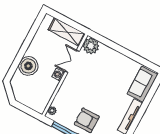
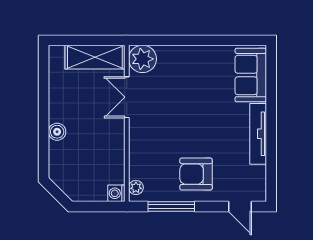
boiler: (28, 66) -> (57, 132), width x0.54, depth x0.54
washing machine: (58, 75) -> (116, 193), moved

